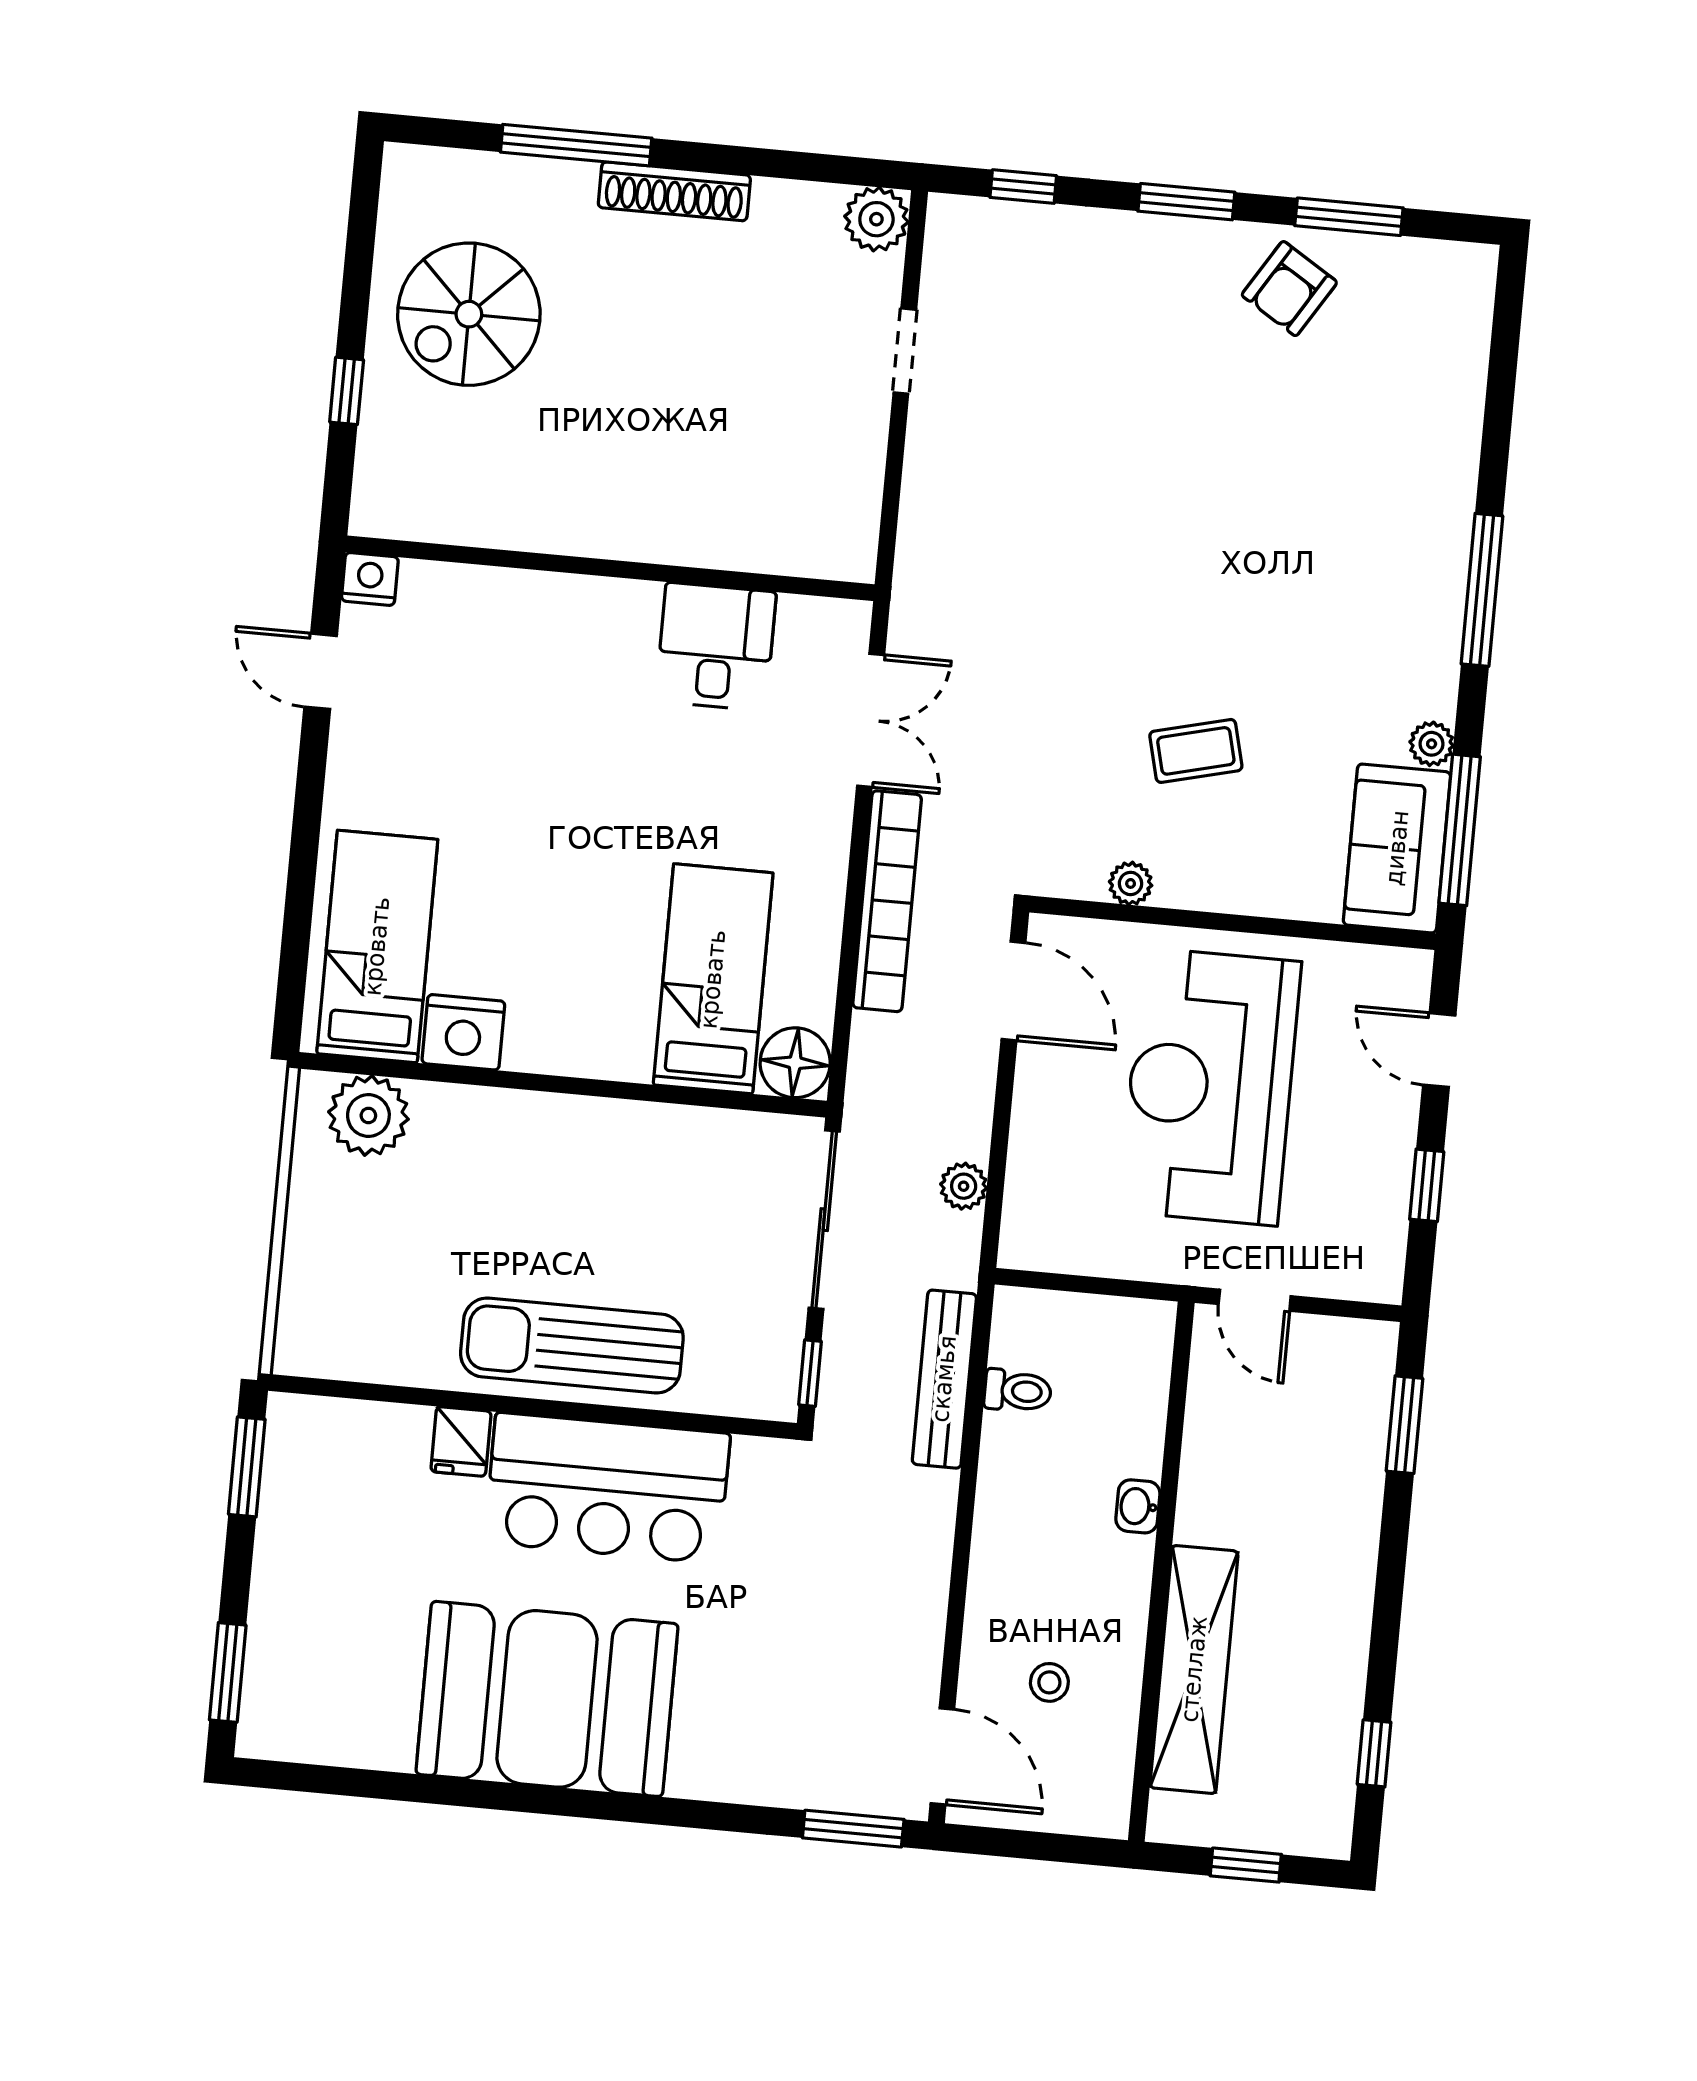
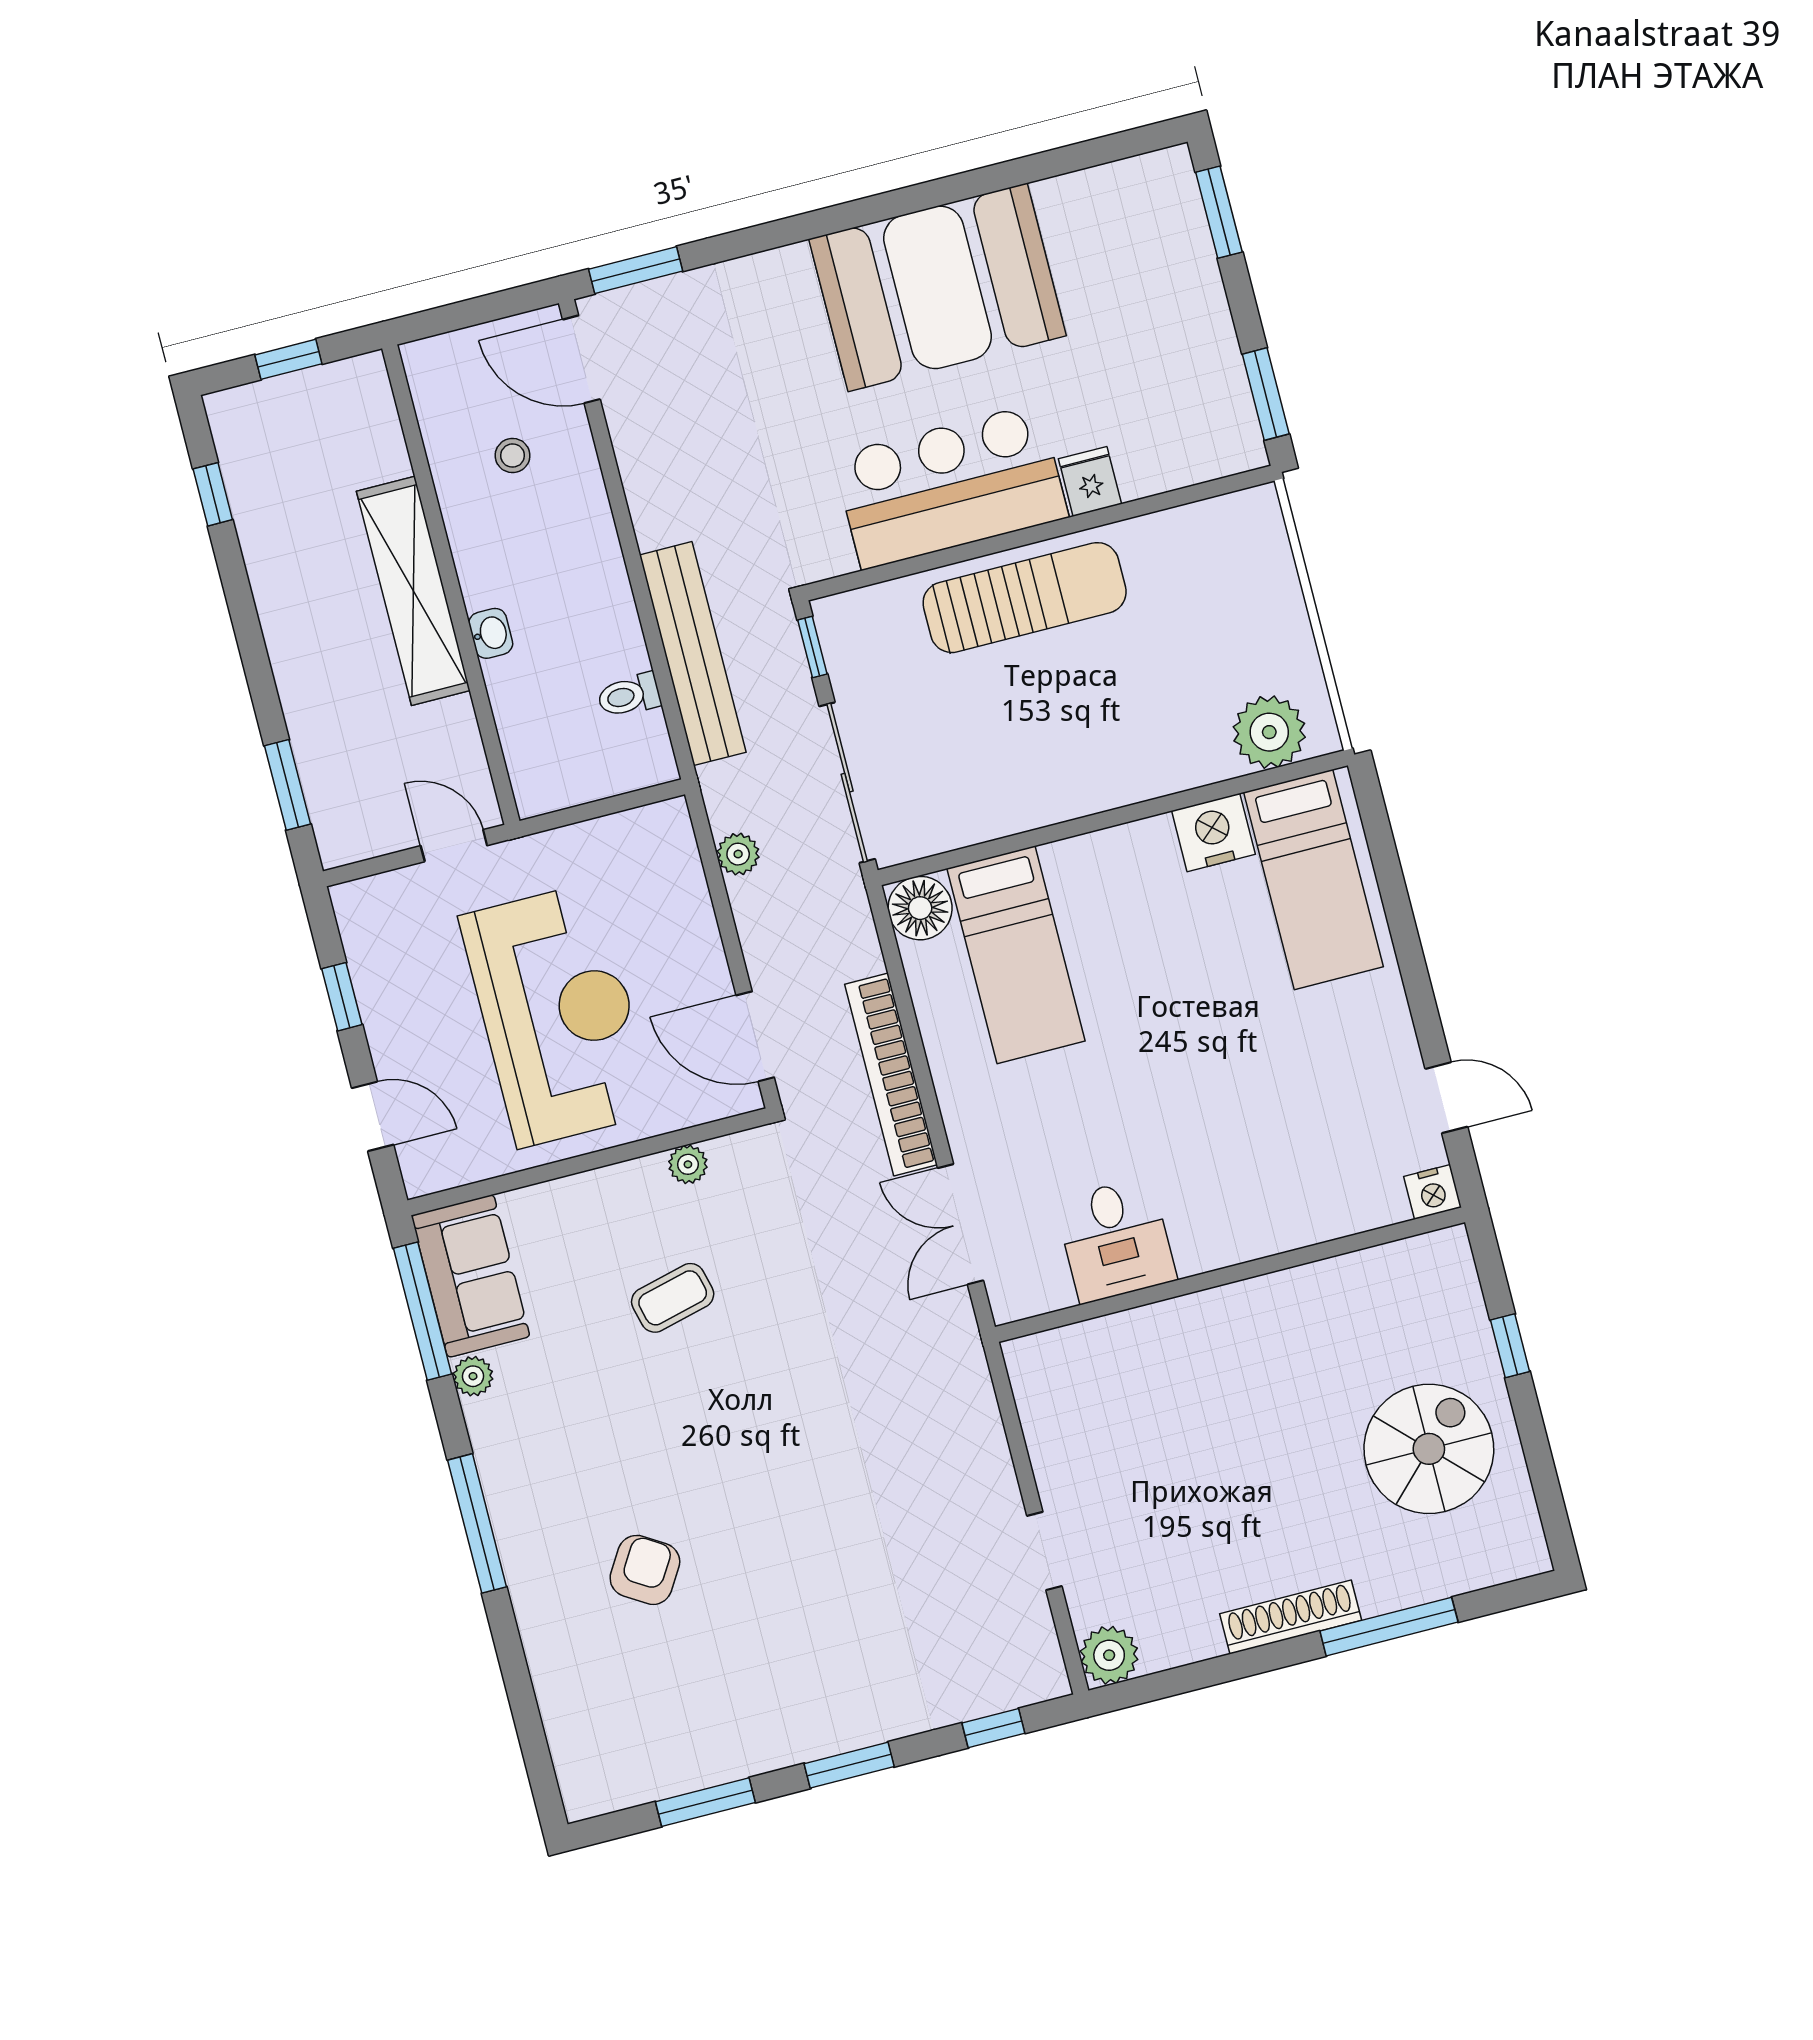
armchair: (1289, 289) -> (645, 1570), moved
bench: (944, 1379) -> (693, 654), width x1.37, depth x1.21
shelving: (1194, 1669) -> (413, 591), moved

